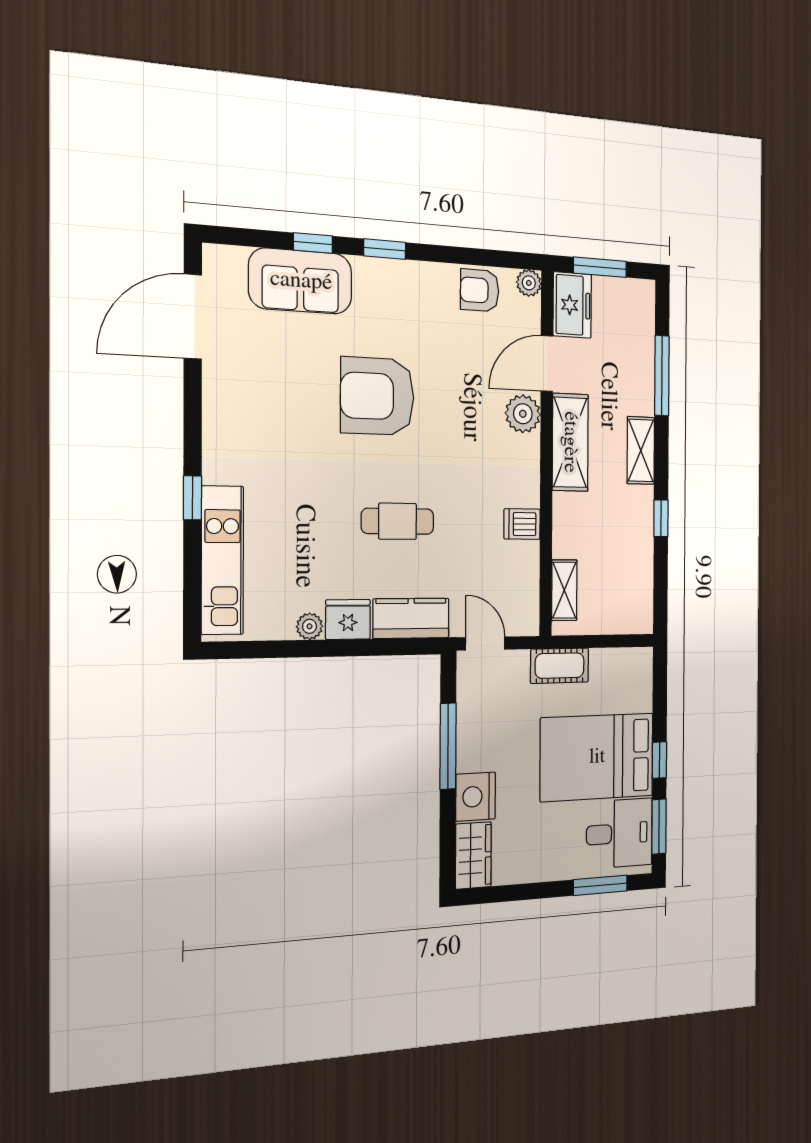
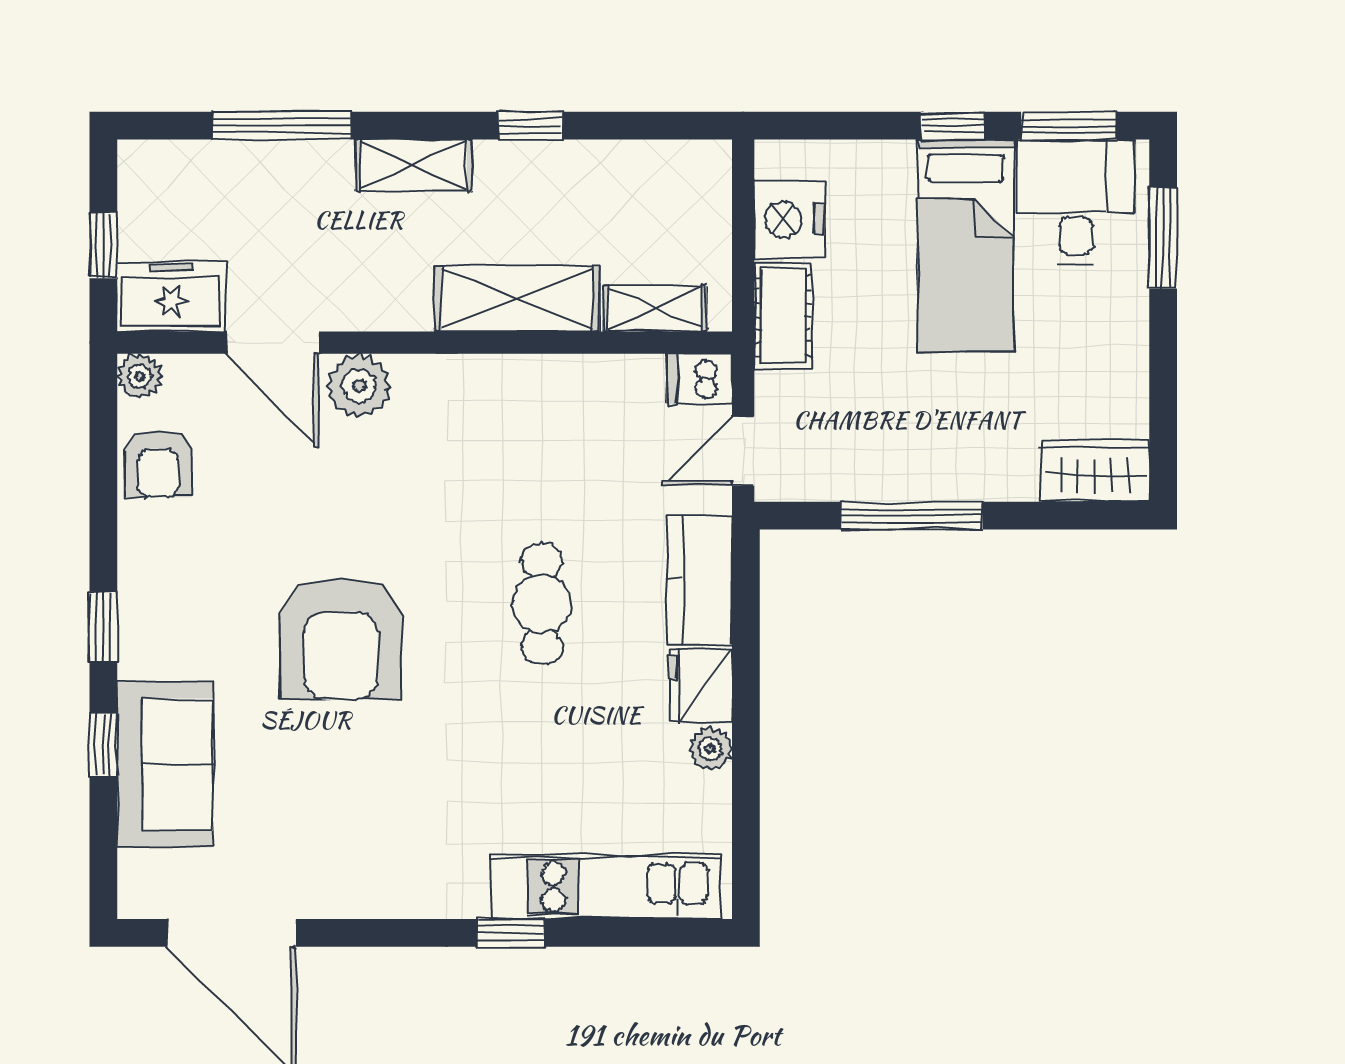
window: (600, 267) -> (103, 245), width x0.67
shelving: (570, 442) -> (517, 299), moved
dishwasher: (522, 524) -> (699, 379), moved, turned 90
bed: (597, 757) -> (966, 245), width x0.67
nightstand: (476, 797) -> (789, 219), moved, turned 90

